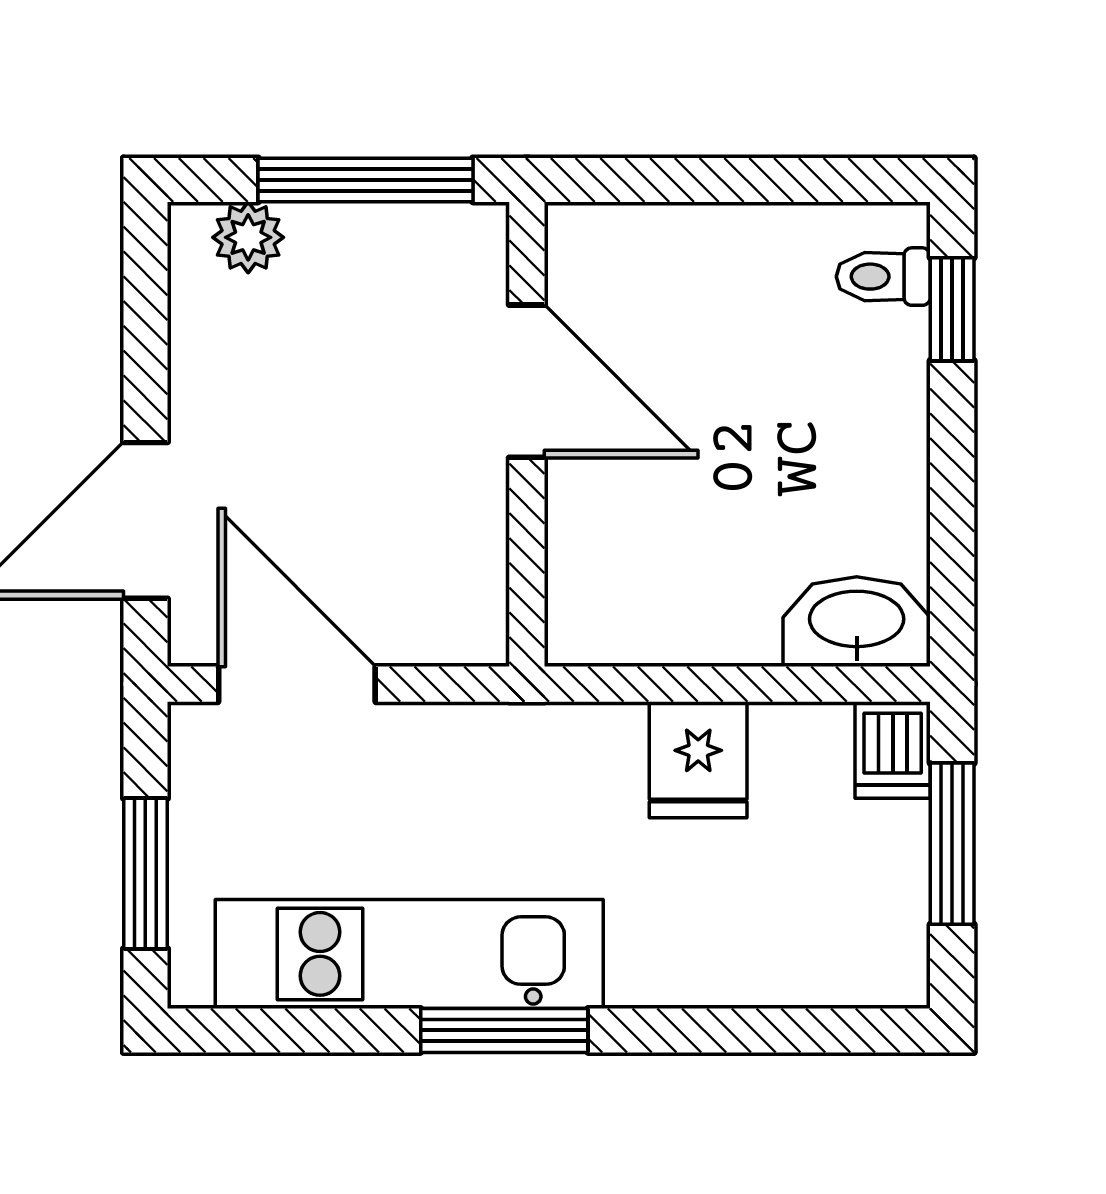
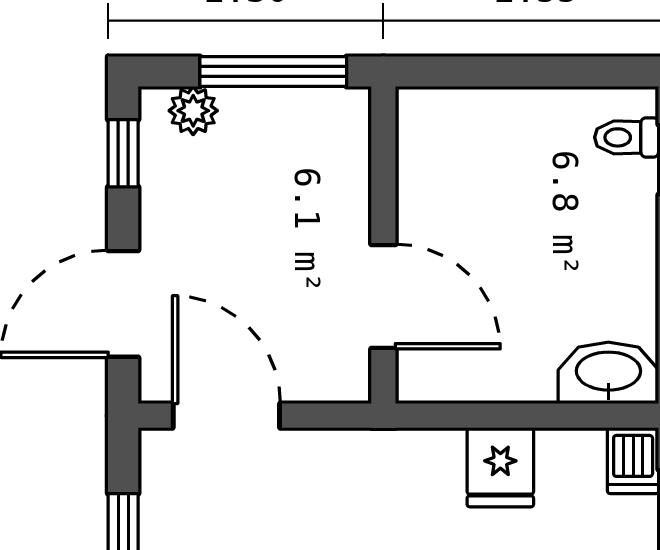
window: (145, 300) -> (123, 153), added
door: (527, 381) -> (383, 297), moved

